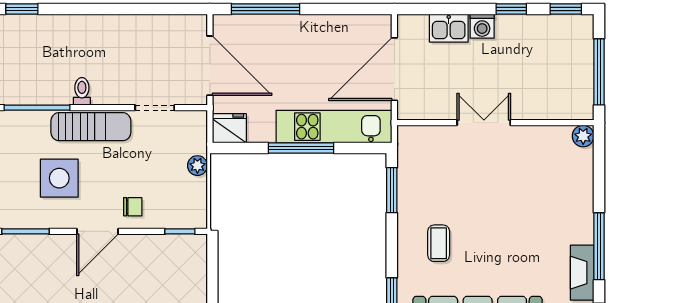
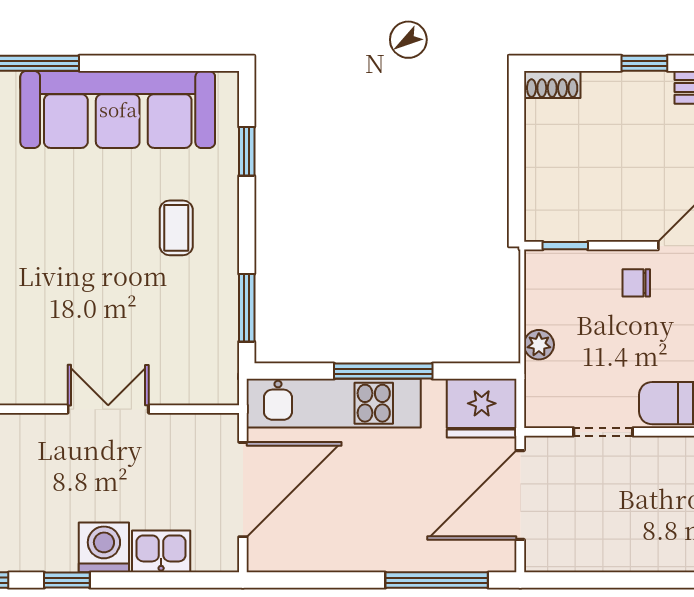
washing machine: (482, 26) -> (104, 547), width x1.38, depth x1.38
door: (210, 66) -> (520, 495), hinge flipped
double door: (484, 123) -> (108, 409), swing flipped
fridge: (229, 128) -> (482, 408), width x1.36, depth x1.34

